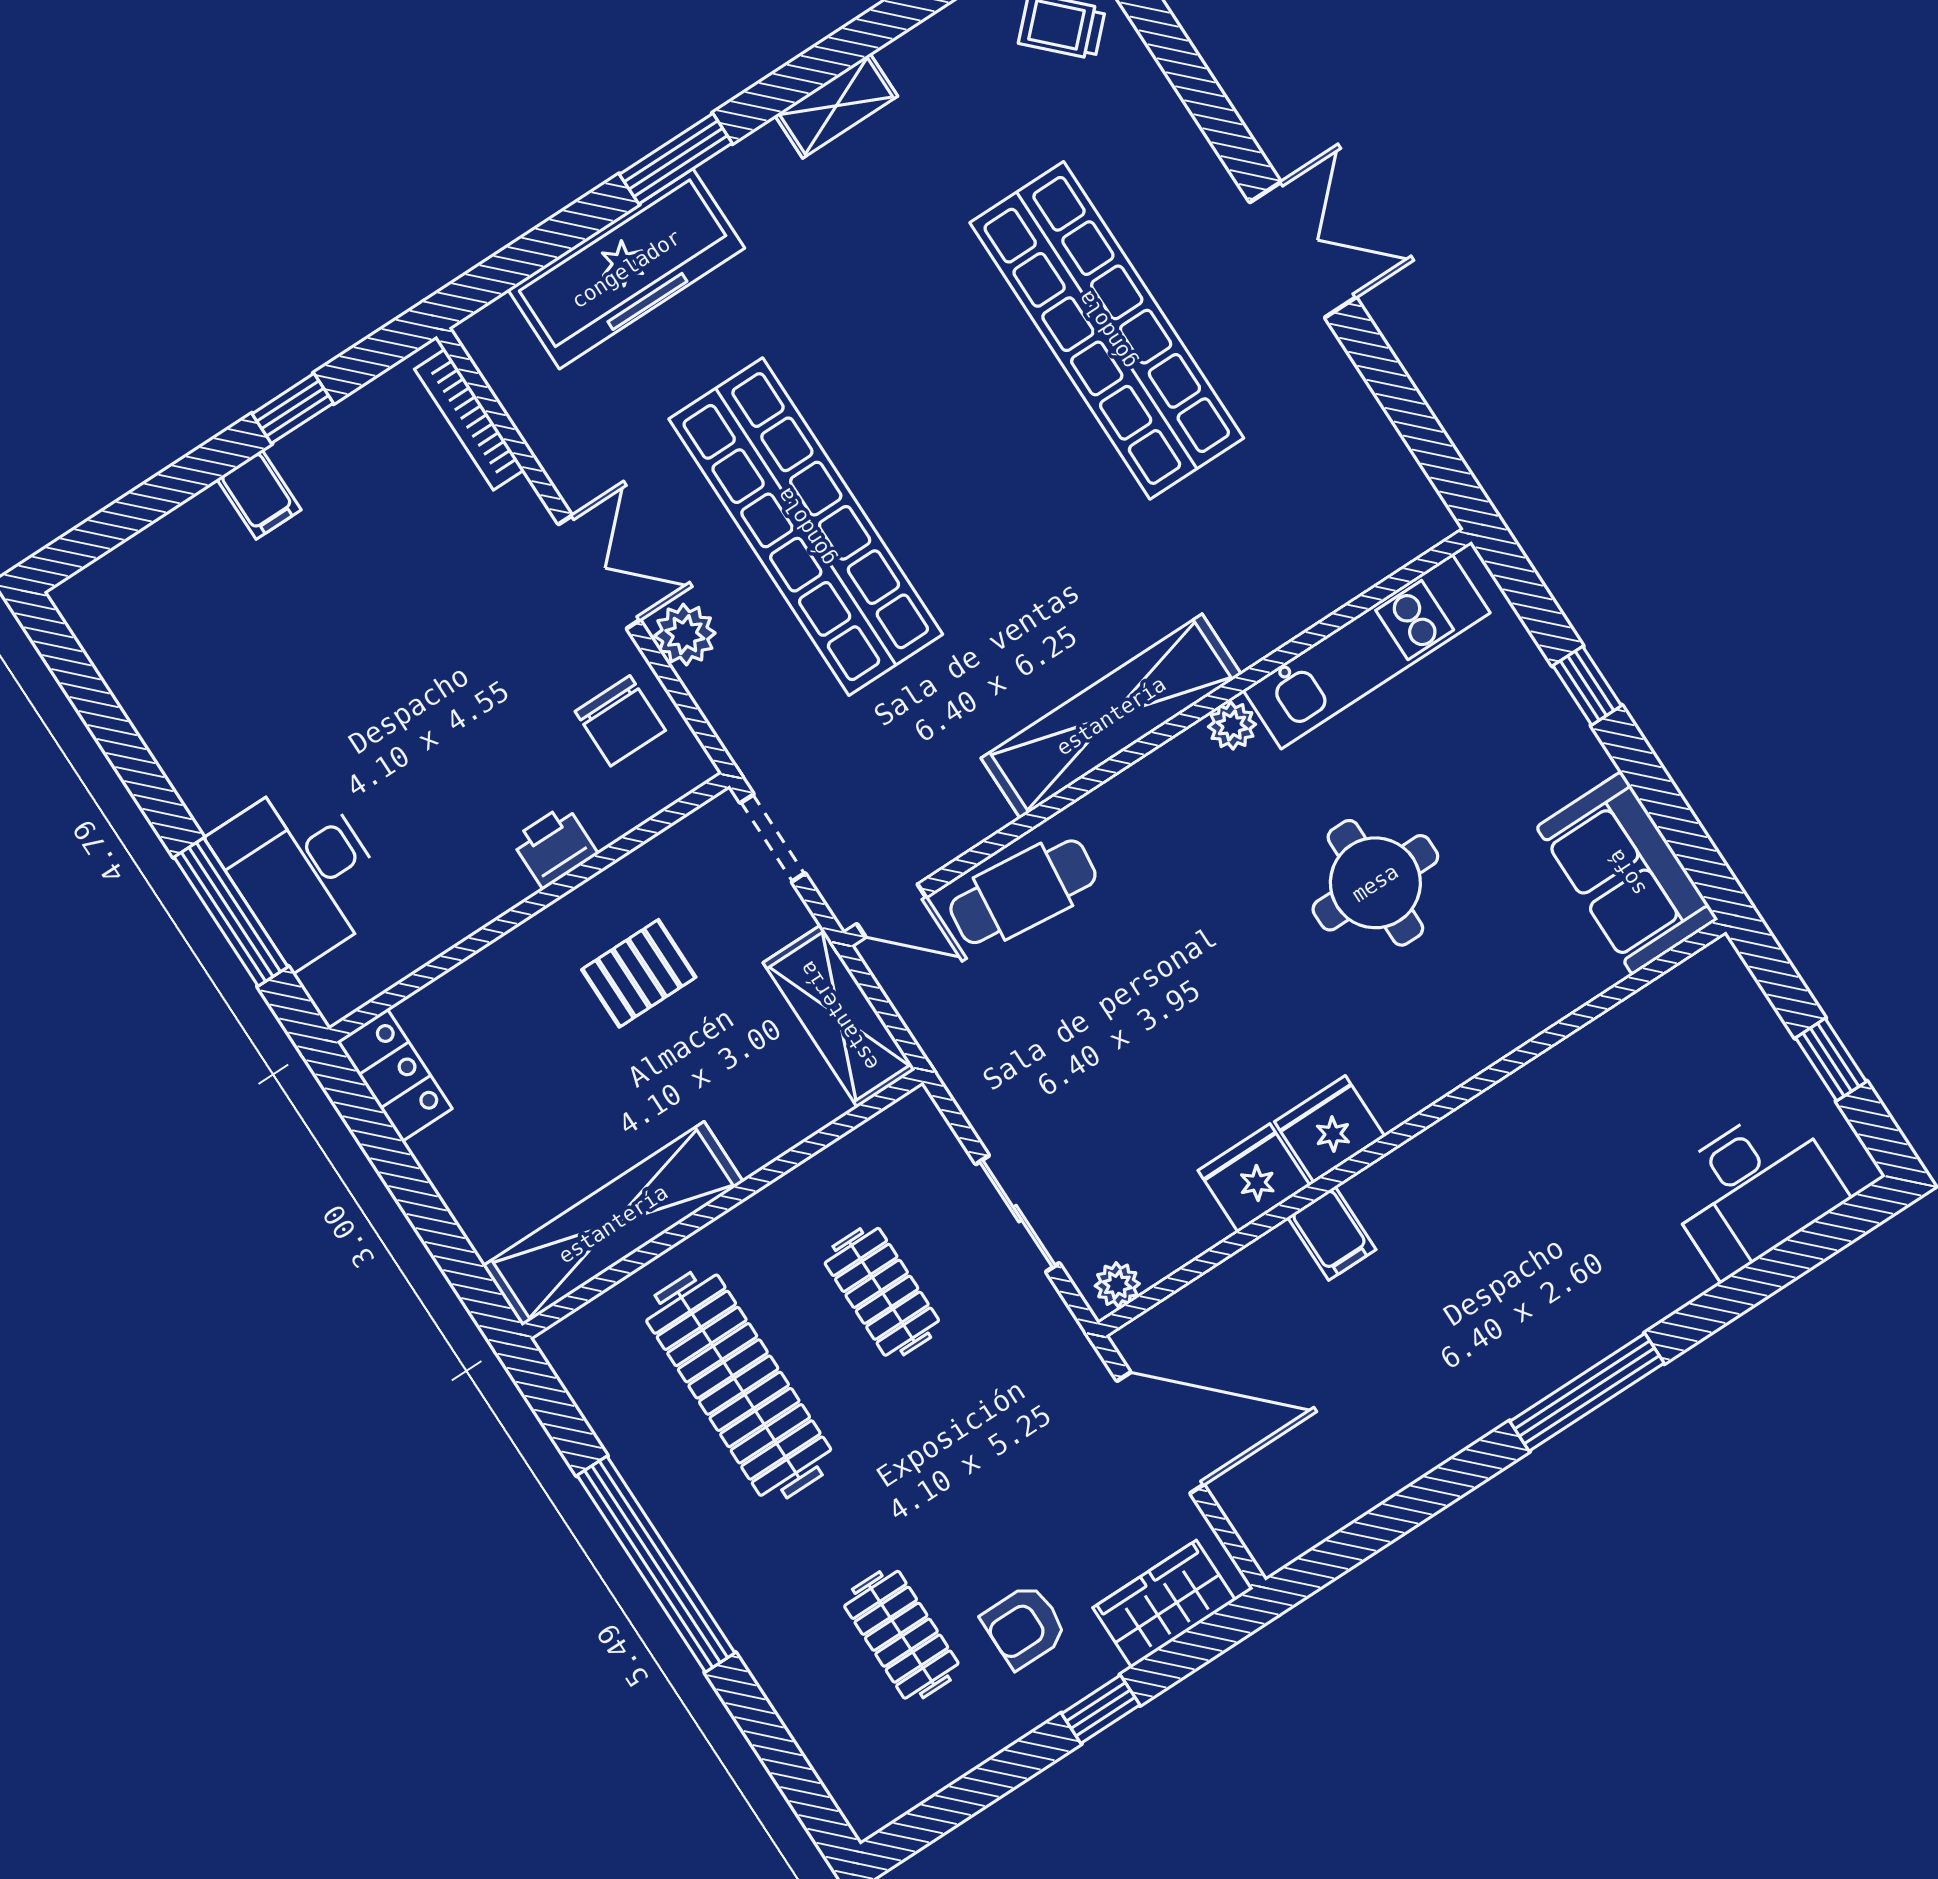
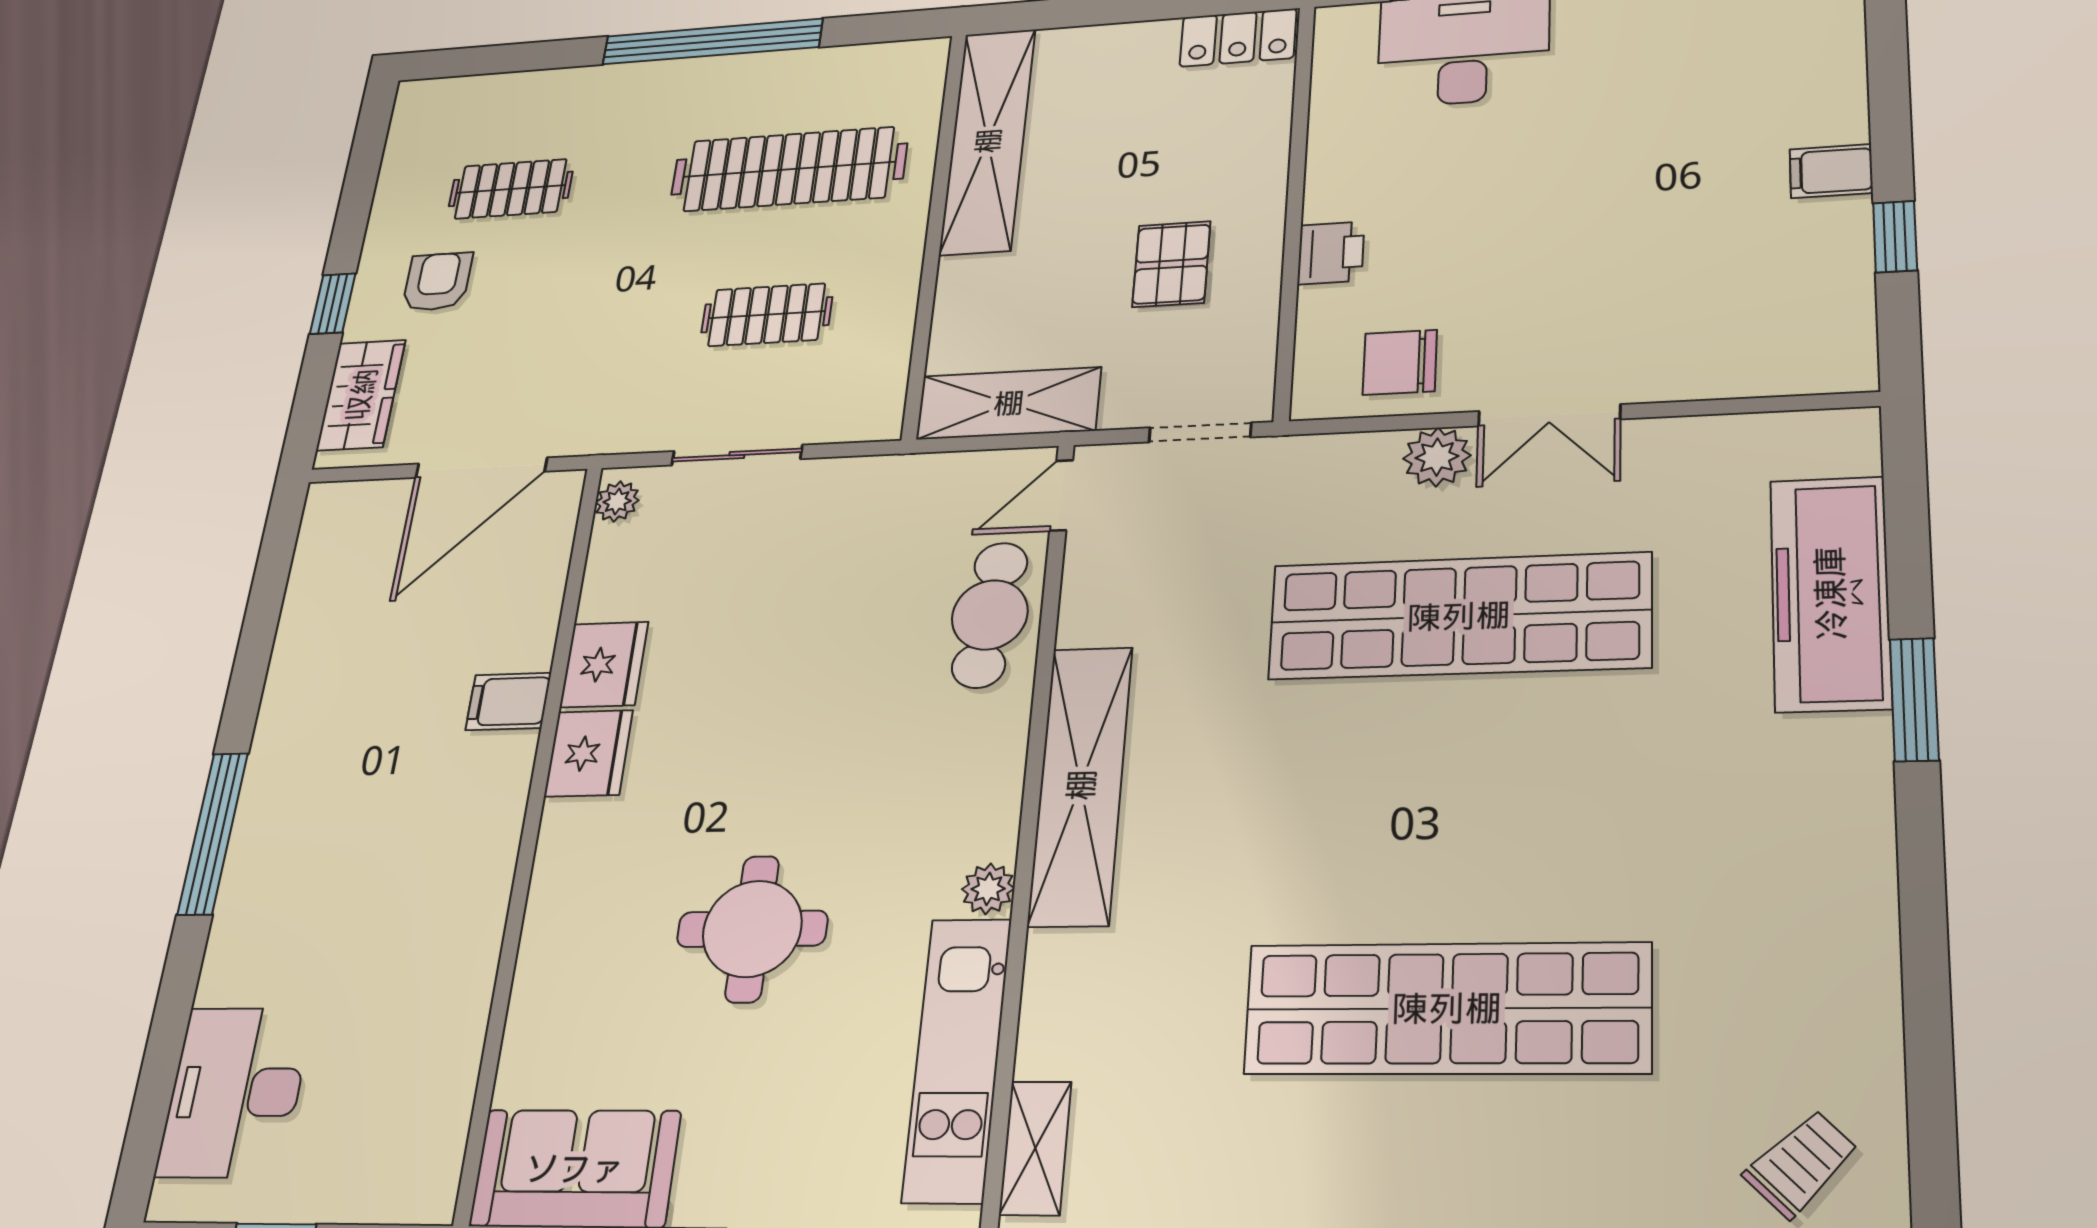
shelving: (836, 106) -> (1035, 1148), moved
bookcase: (469, 420) -> (1777, 379), removed

